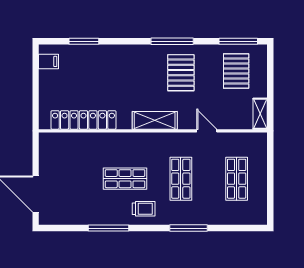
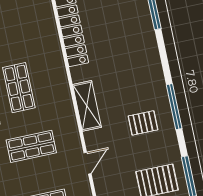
pallet: (181, 73) -> (143, 123), width x0.67, depth x0.71

